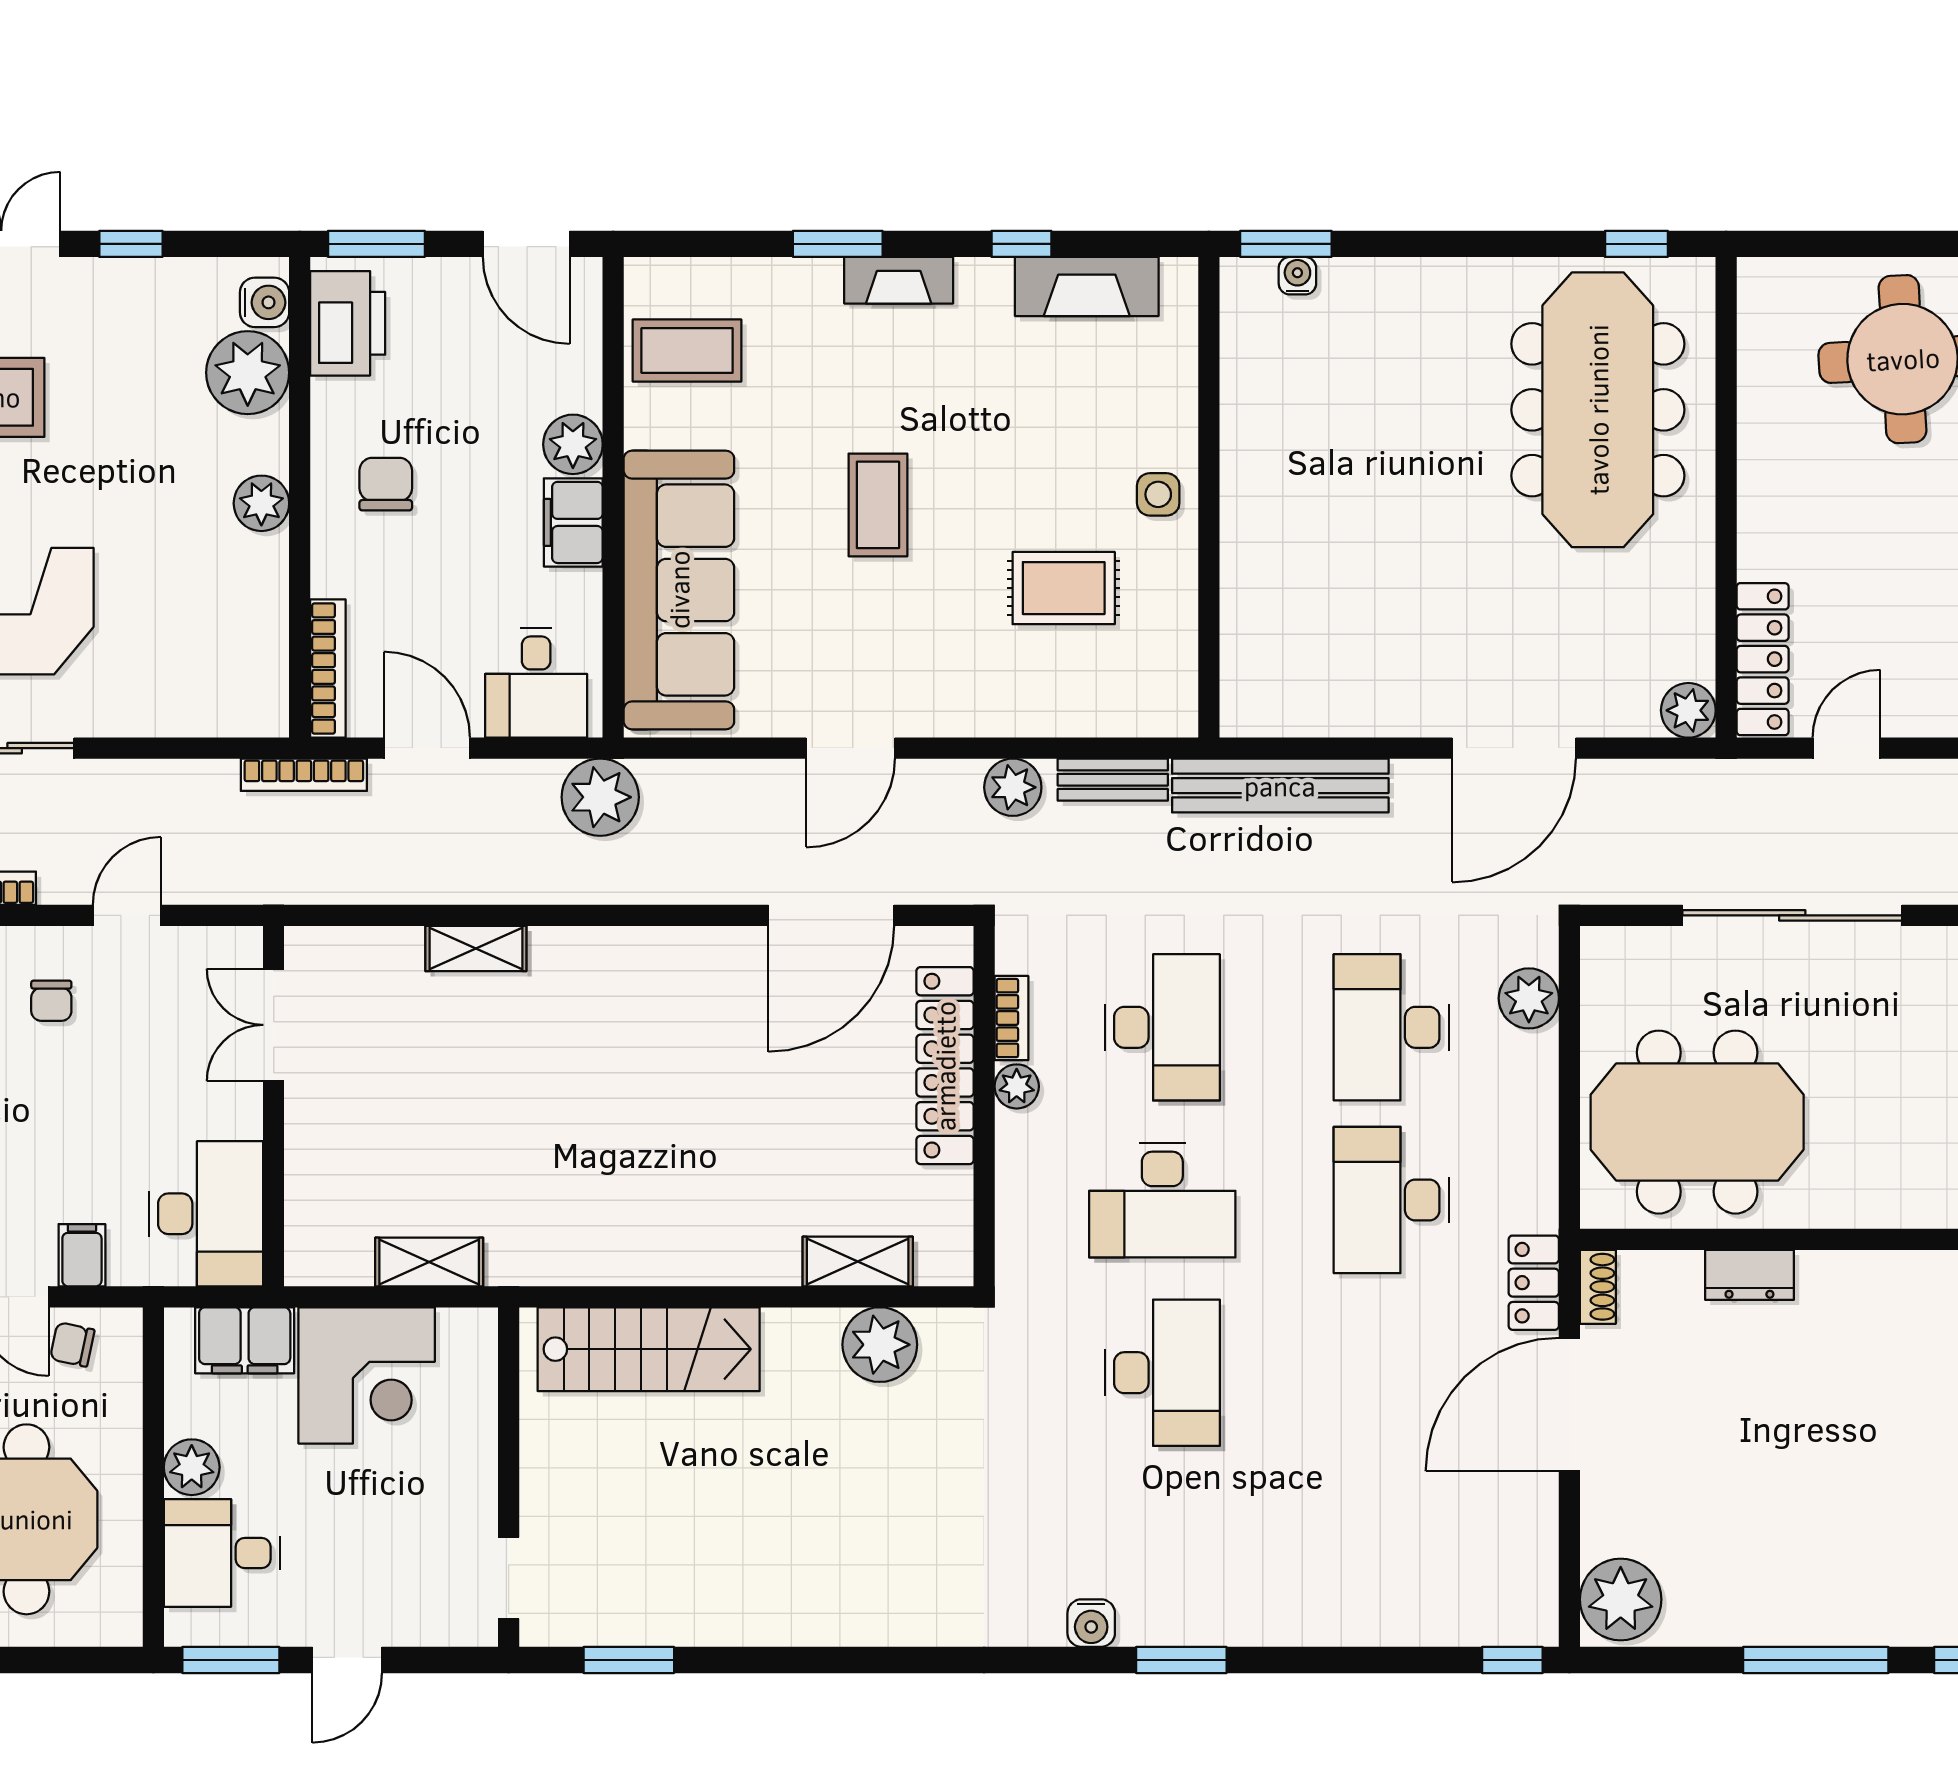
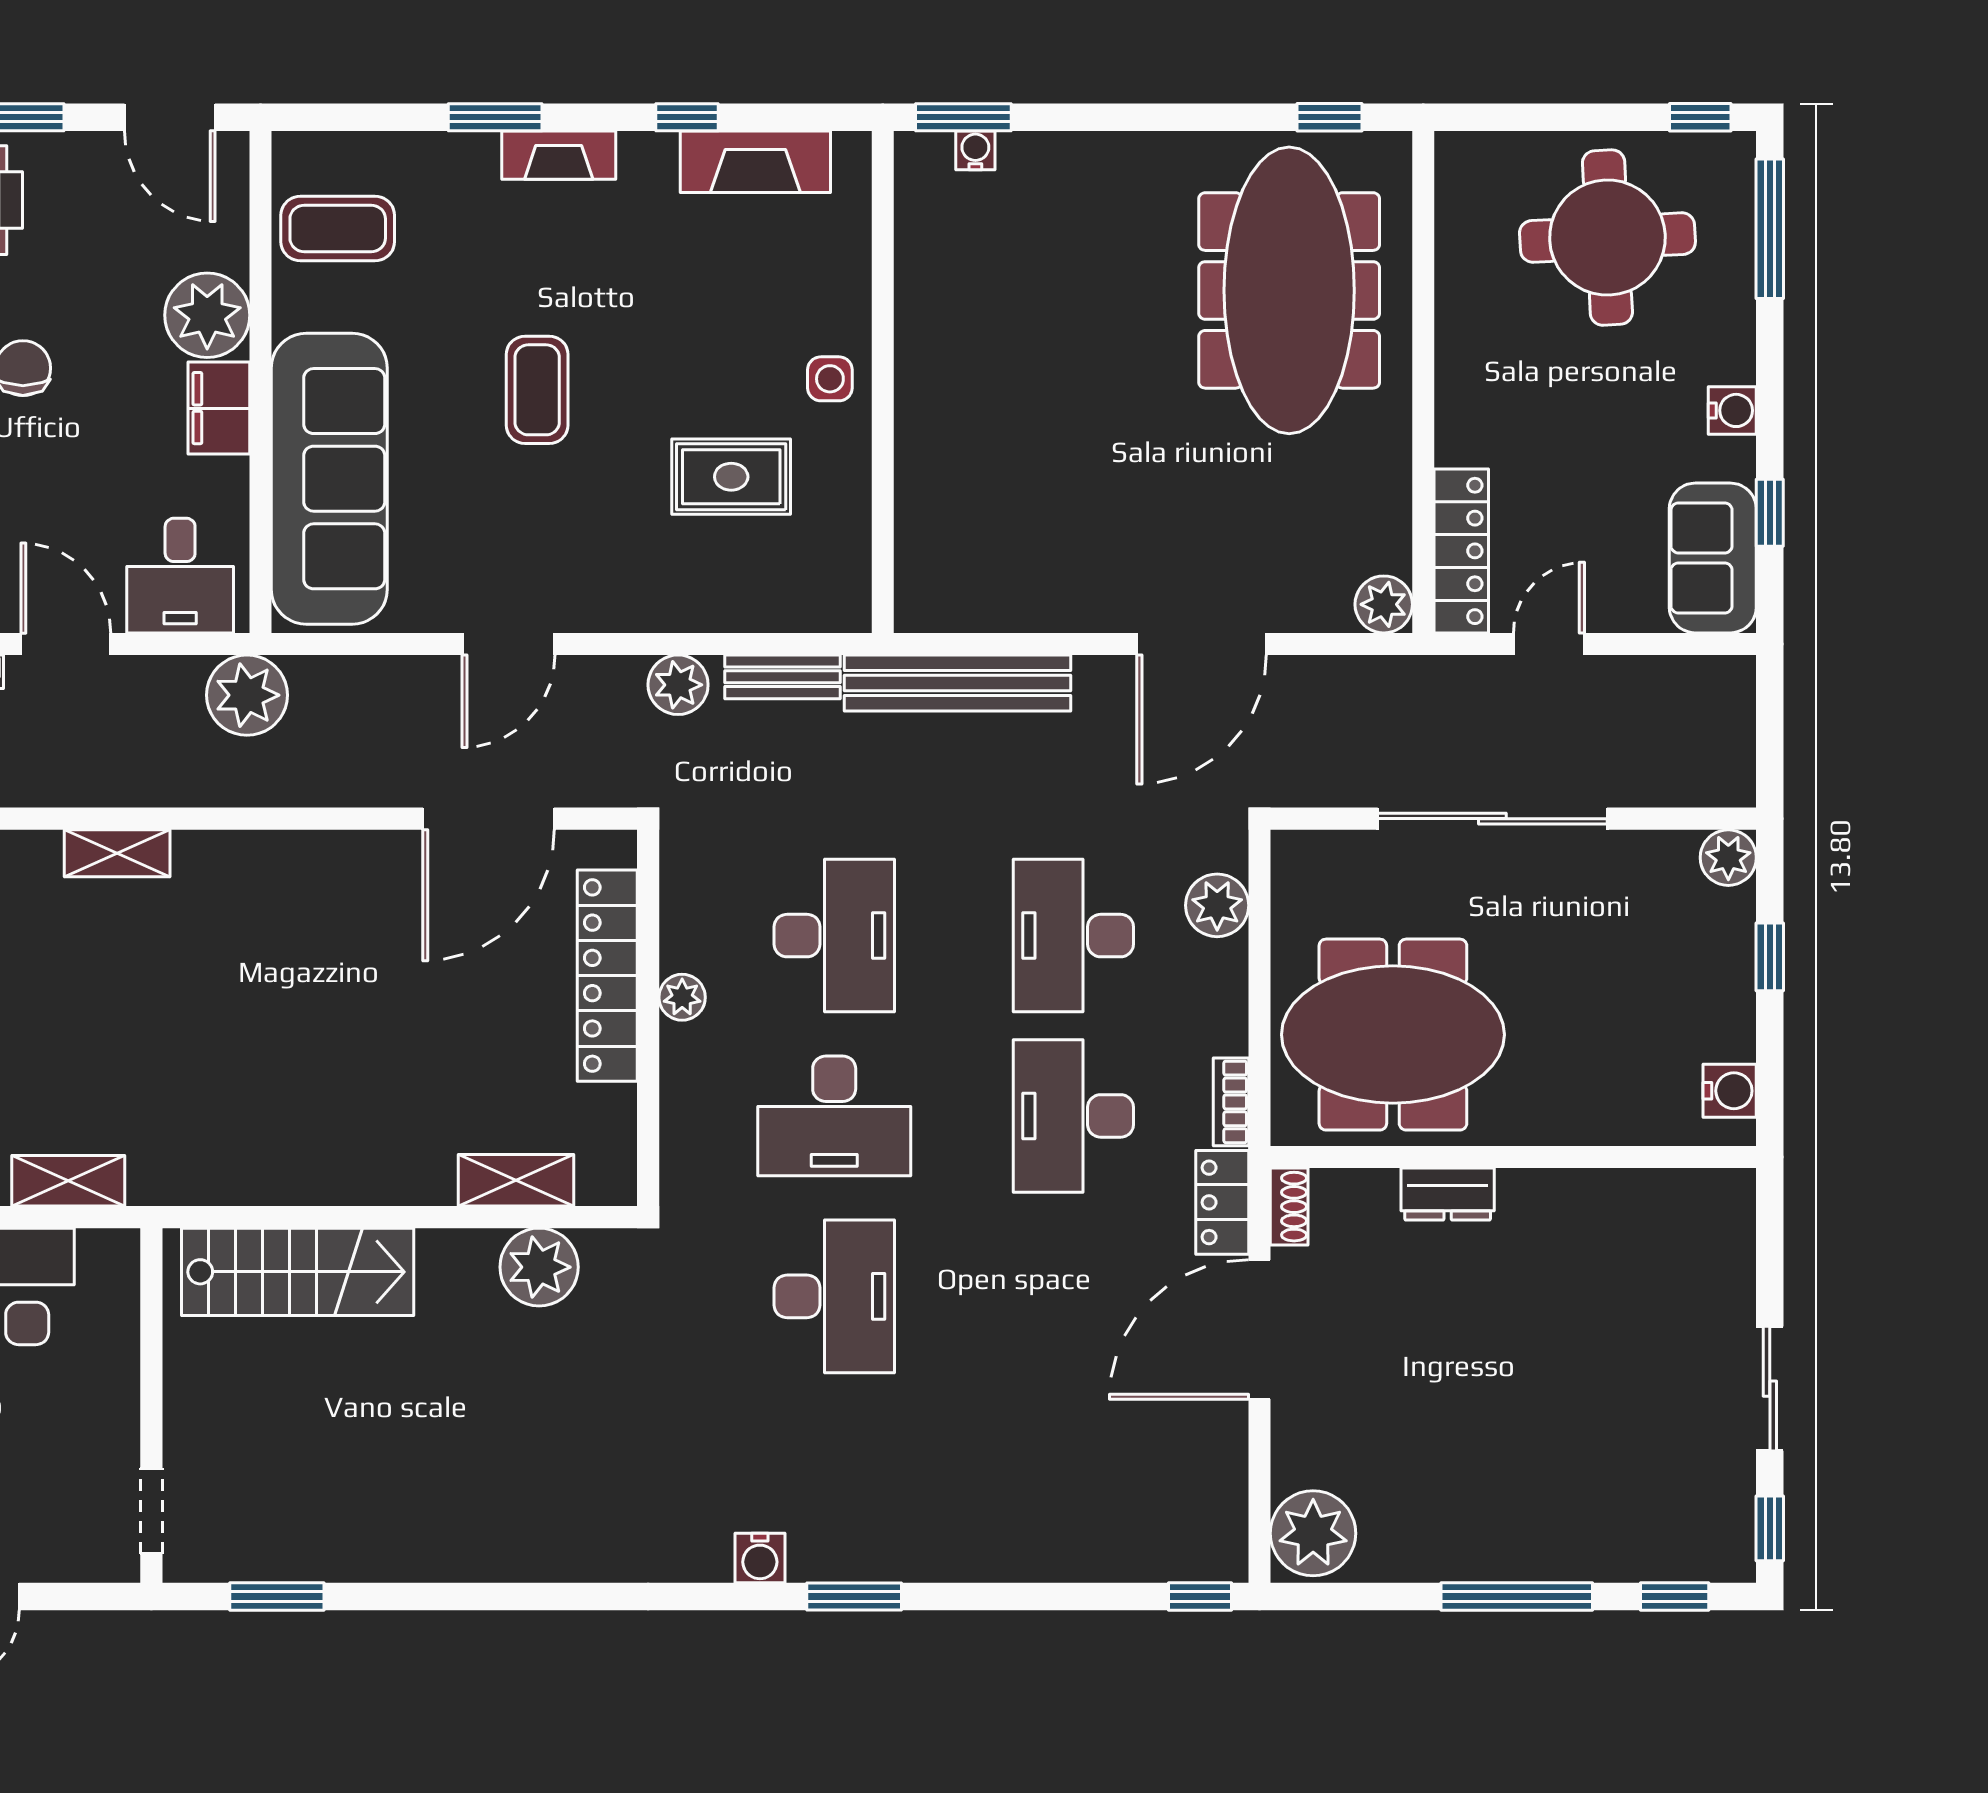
plant: (573, 444) -> (207, 315), width x1.36, depth x1.36
bookcase: (1011, 1018) -> (1231, 1102), moved, turned 180

